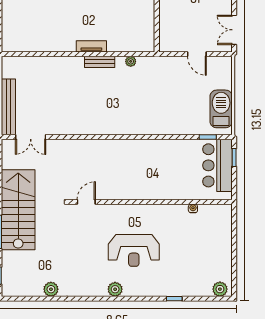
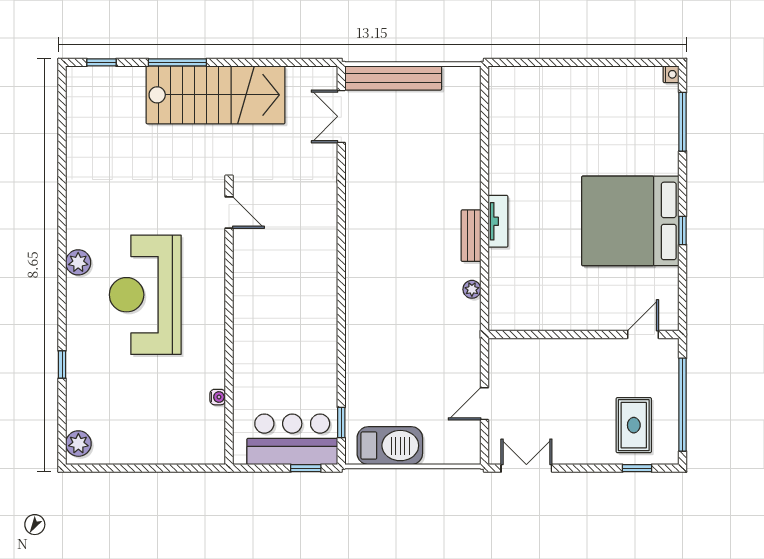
reception desk: (134, 250) -> (145, 295), width x1.36, depth x1.30
plant: (51, 289) -> (78, 152), removed

